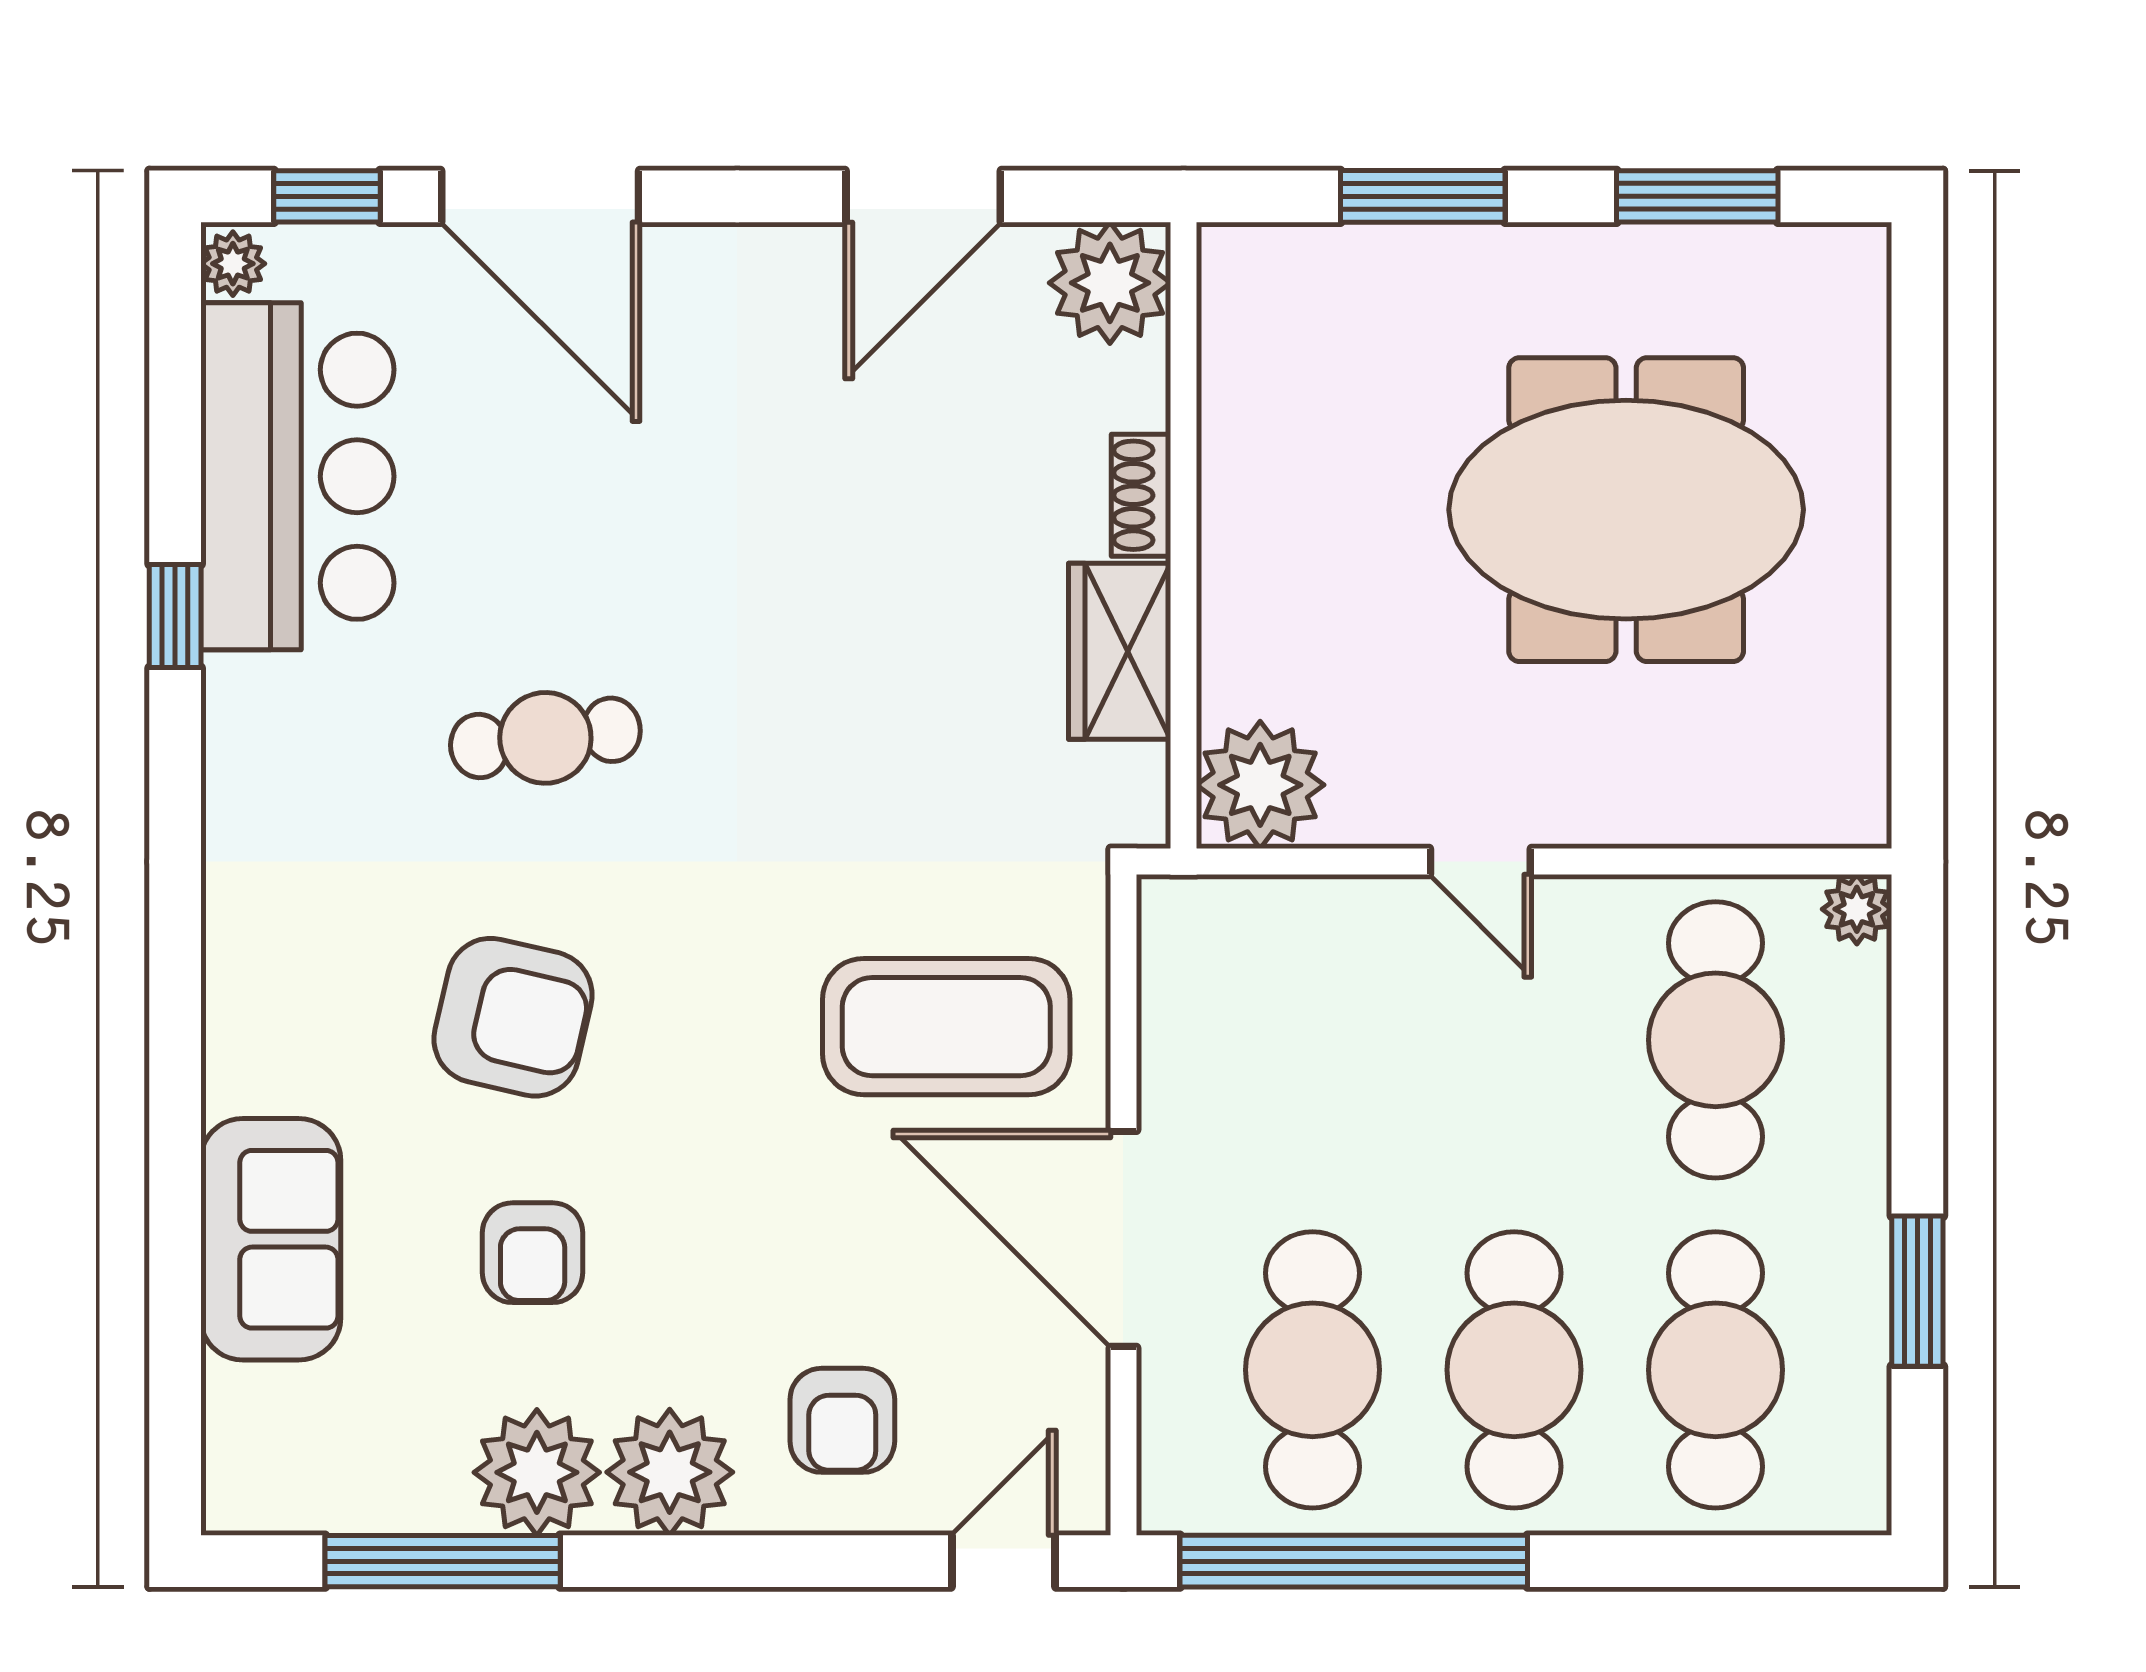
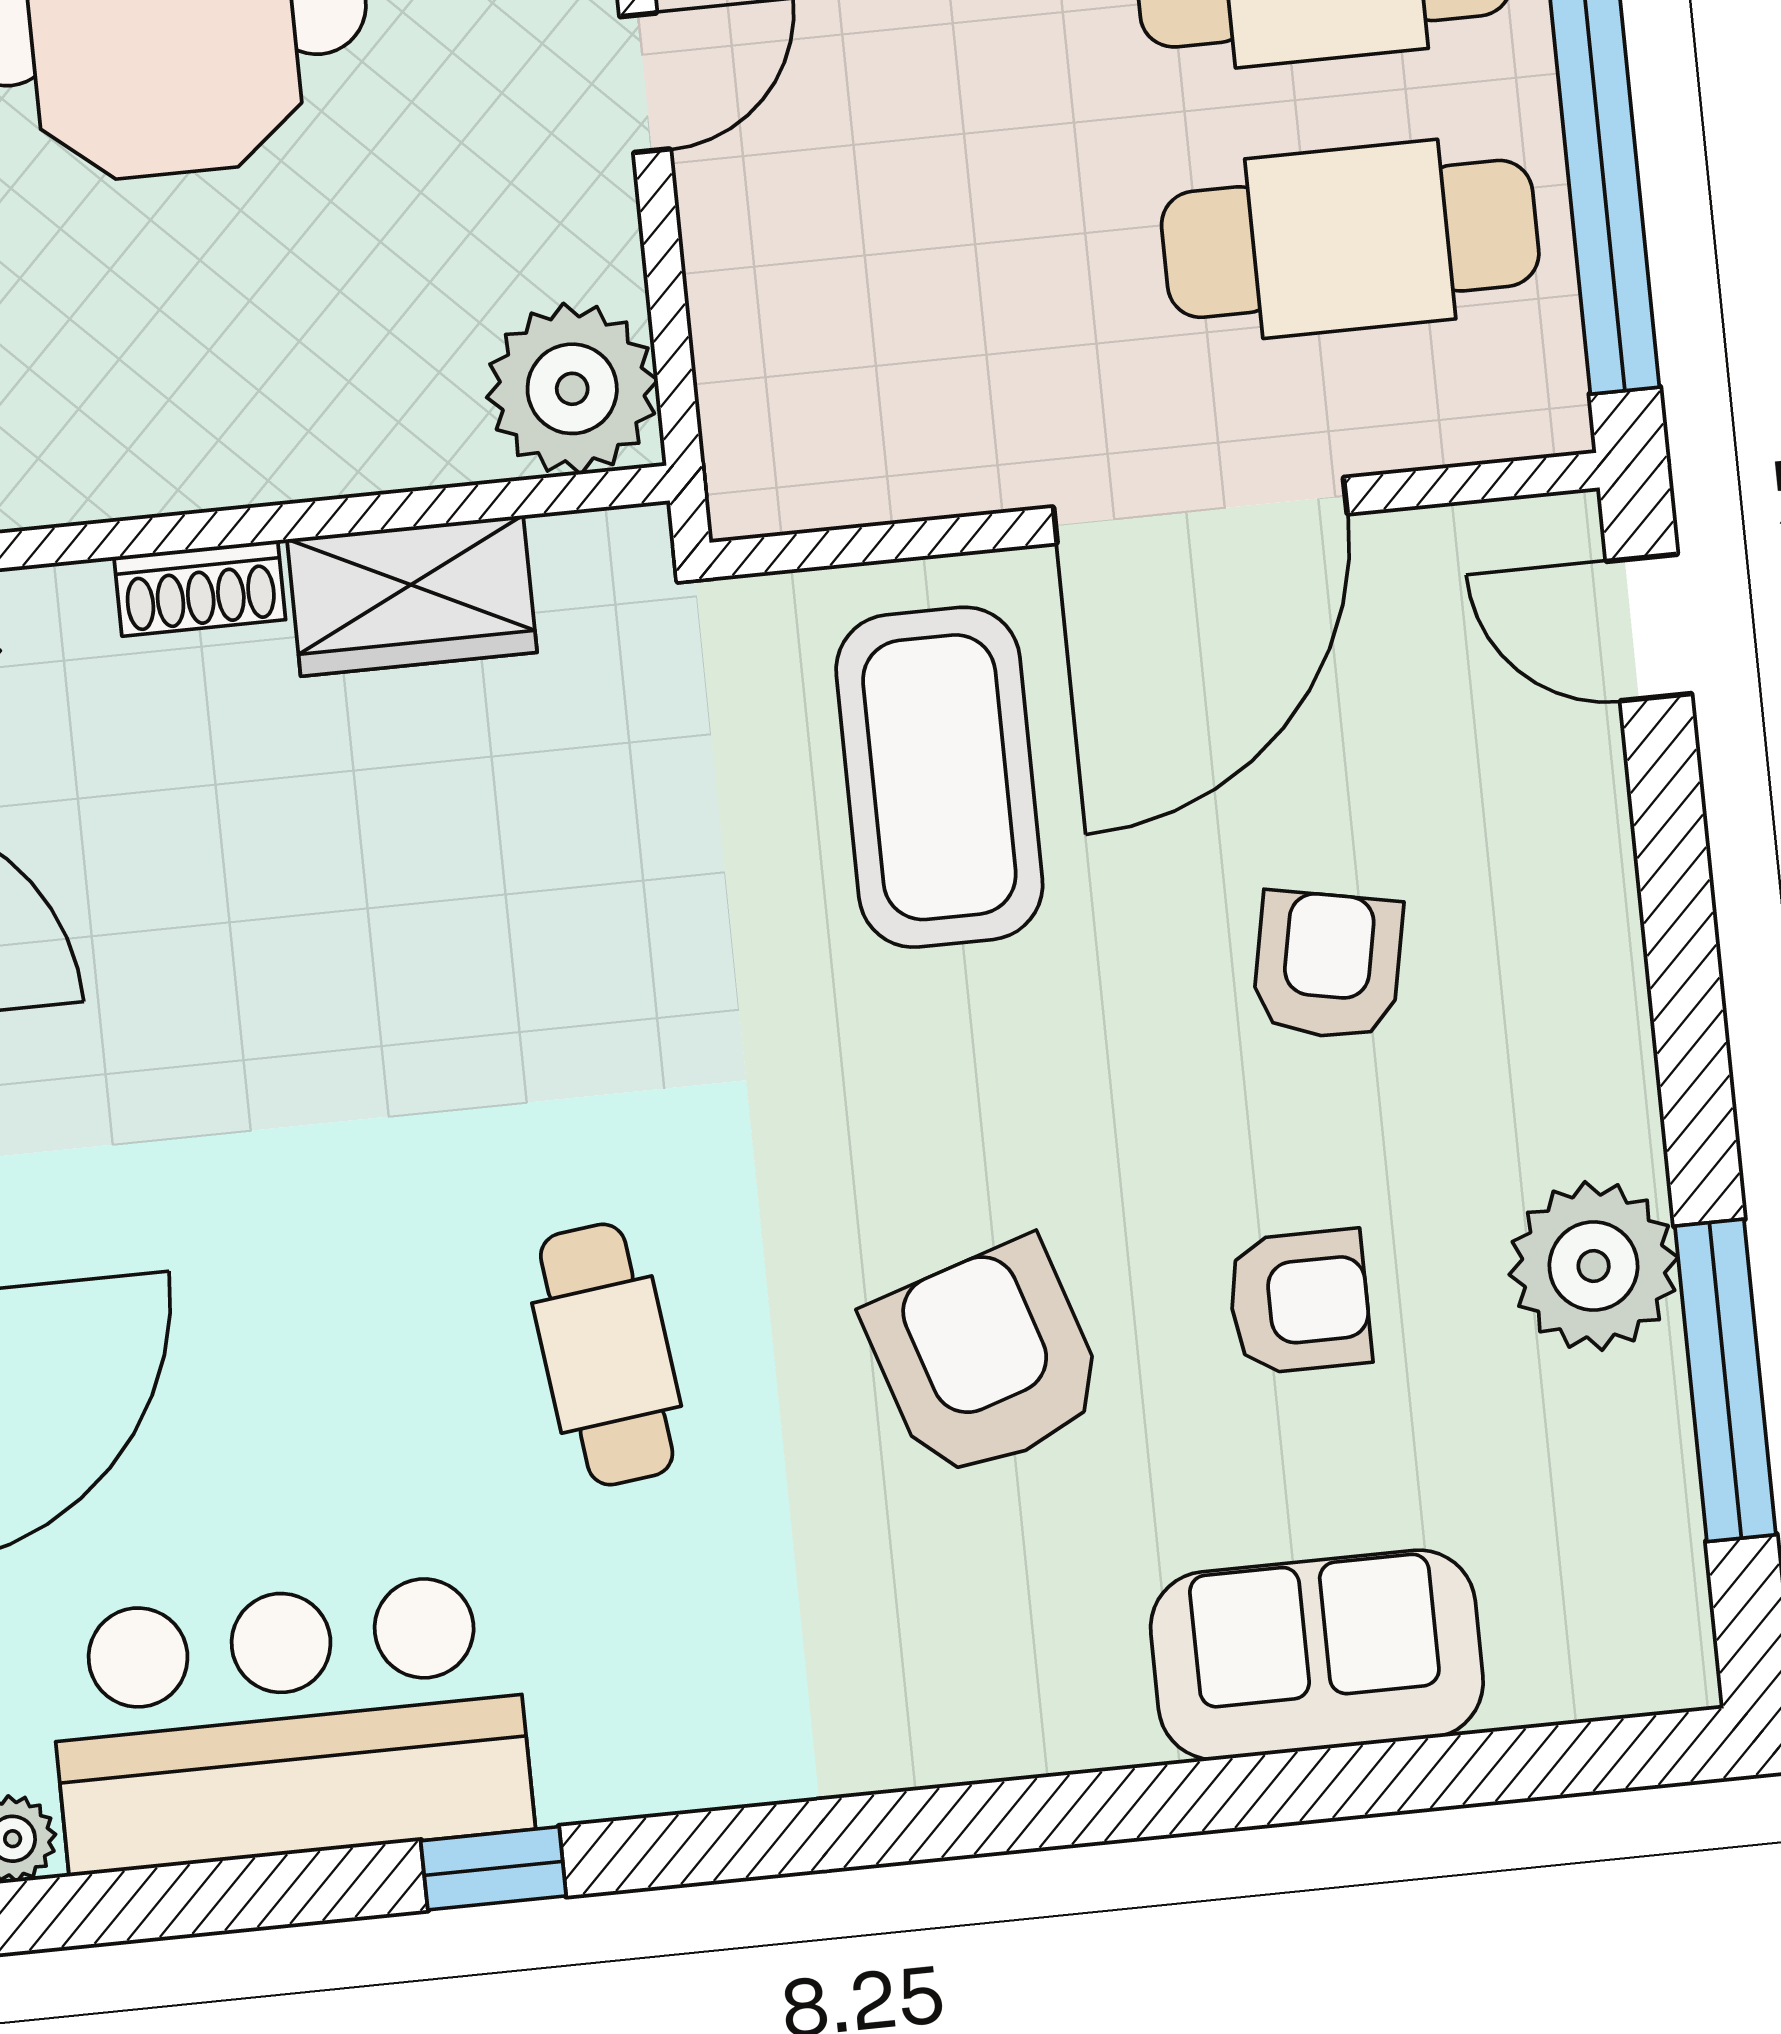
armchair: (513, 1017) -> (986, 1360), turned -31
armchair: (842, 1420) -> (1328, 965), moved, turned -79
plant: (670, 1472) -> (1575, 1088), removed

